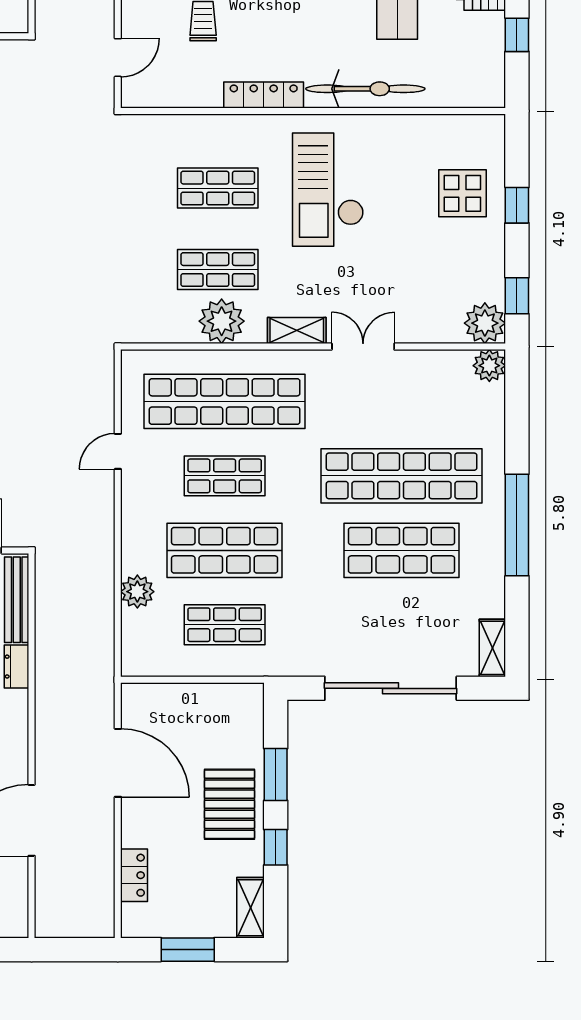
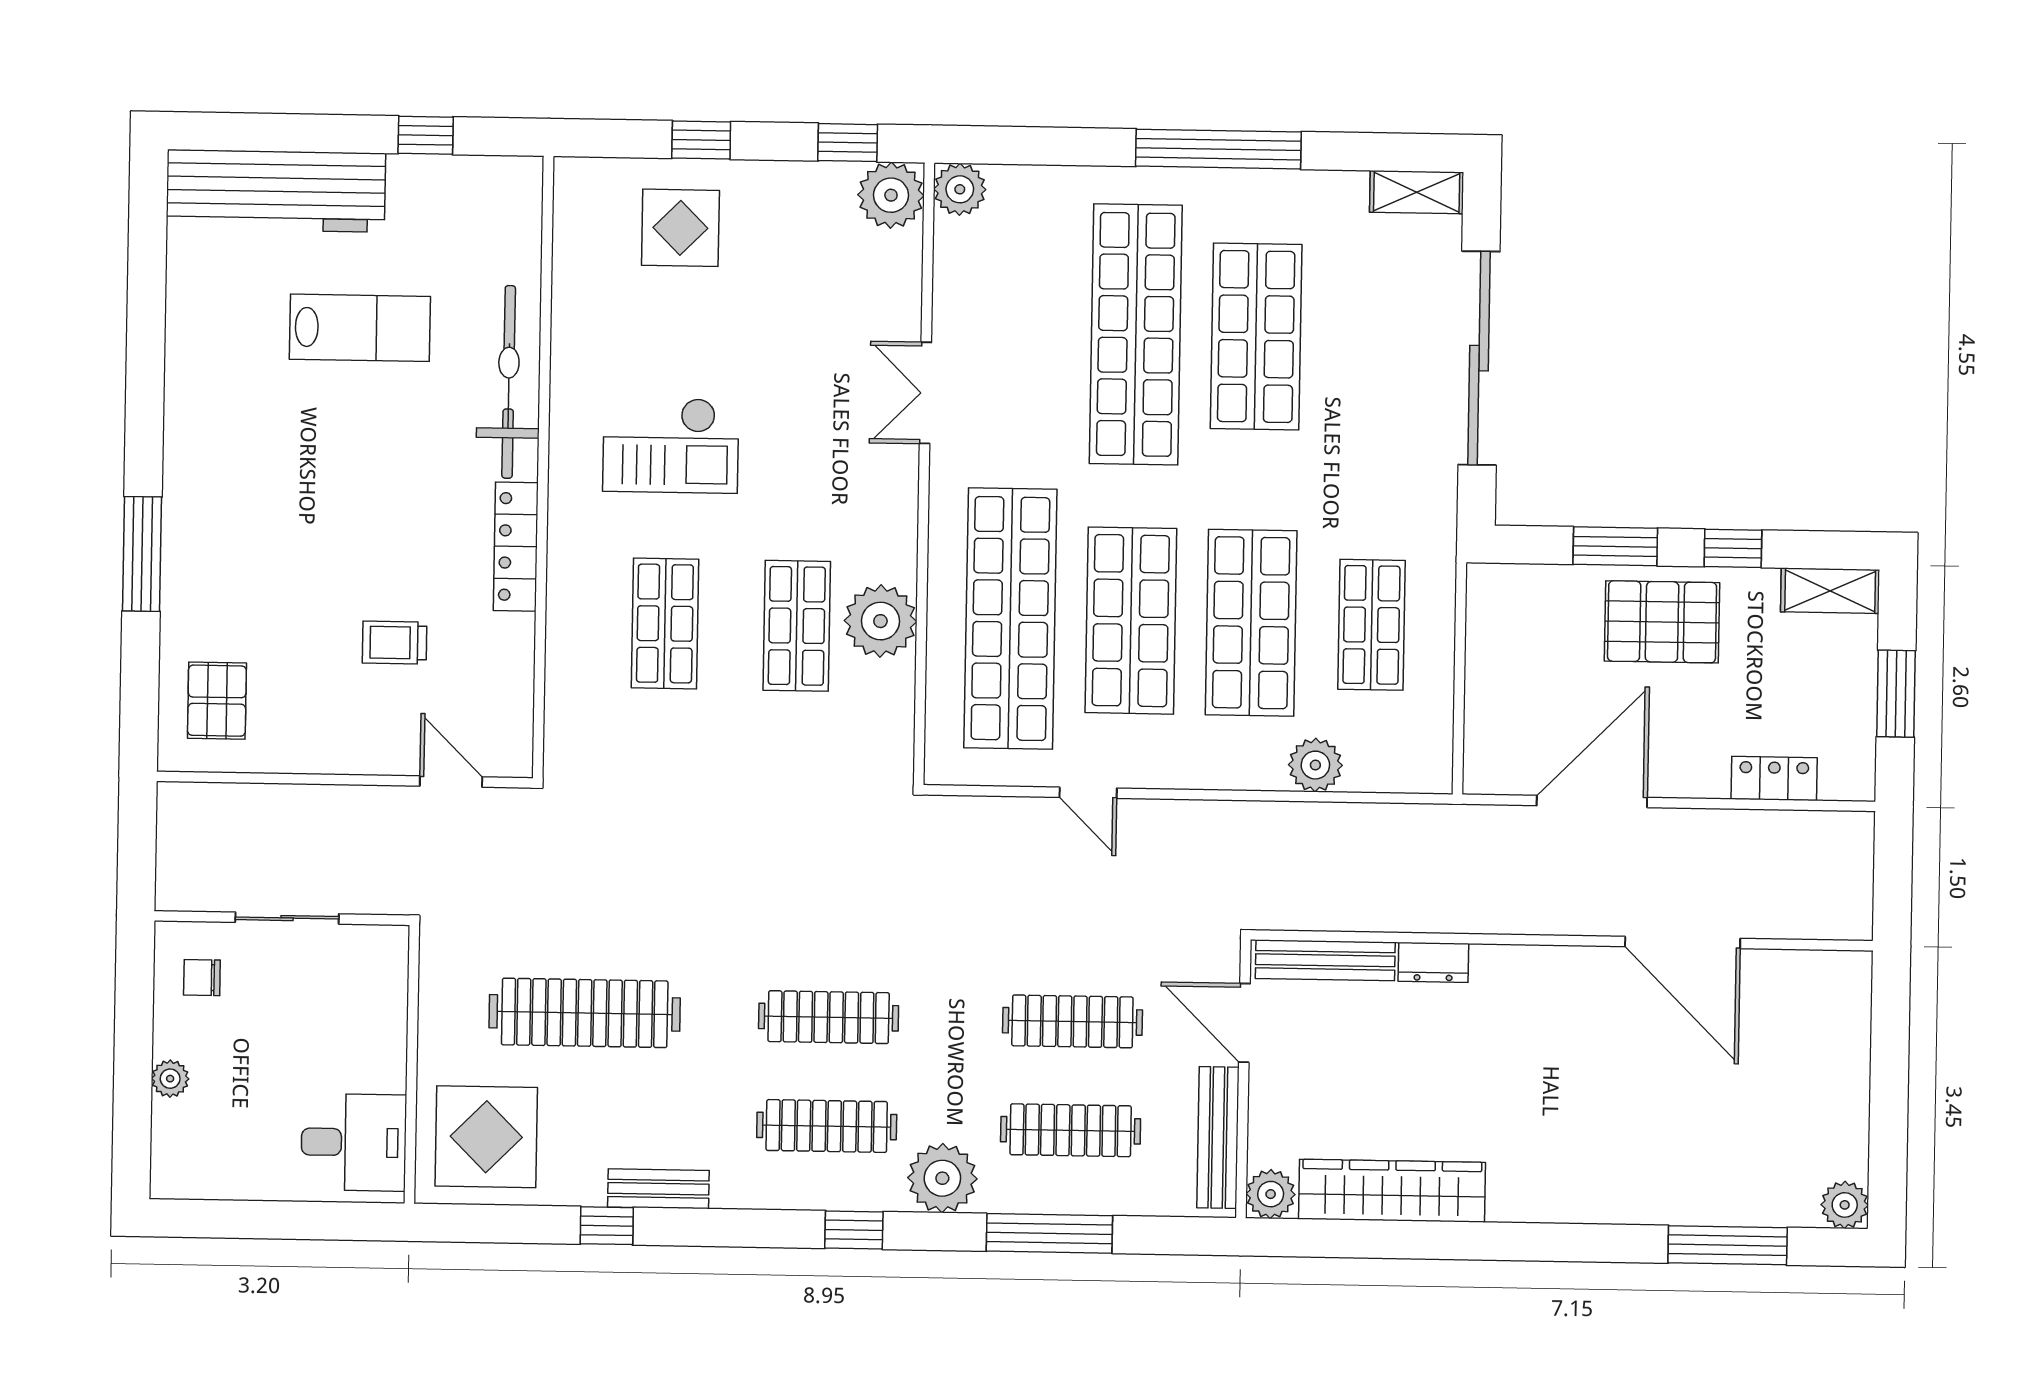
checkout: (328, 190) -> (671, 445), width x0.73, depth x0.83
shelving: (297, 331) -> (898, 500), removed
shop shelf: (225, 476) -> (1131, 621), width x1.43, depth x1.36

